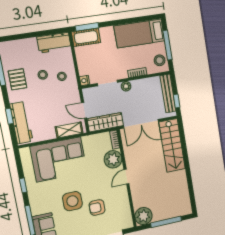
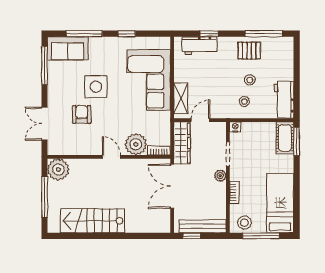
workbench: (21, 123) -> (199, 46), width x0.73
stairs: (172, 145) -> (92, 221), moved

